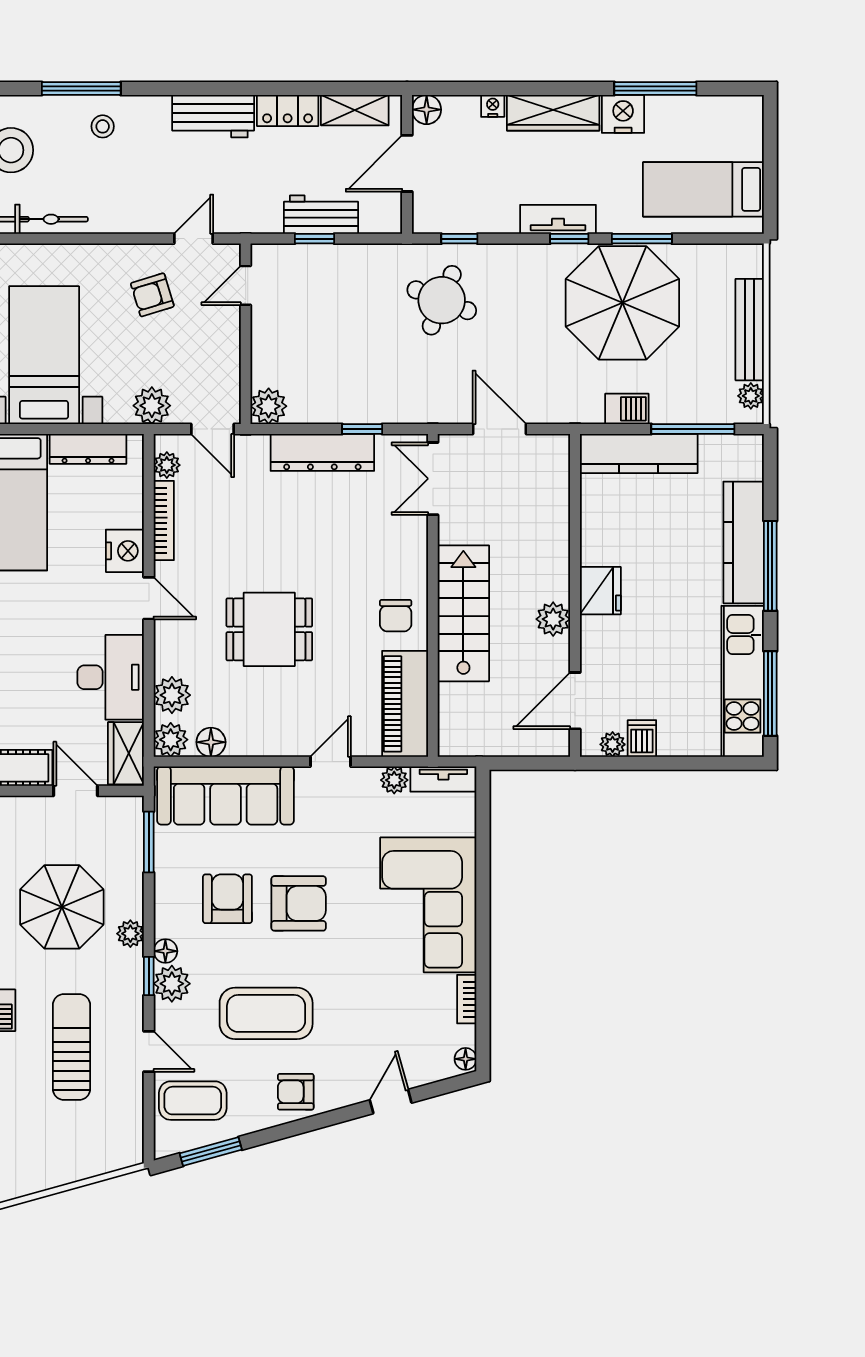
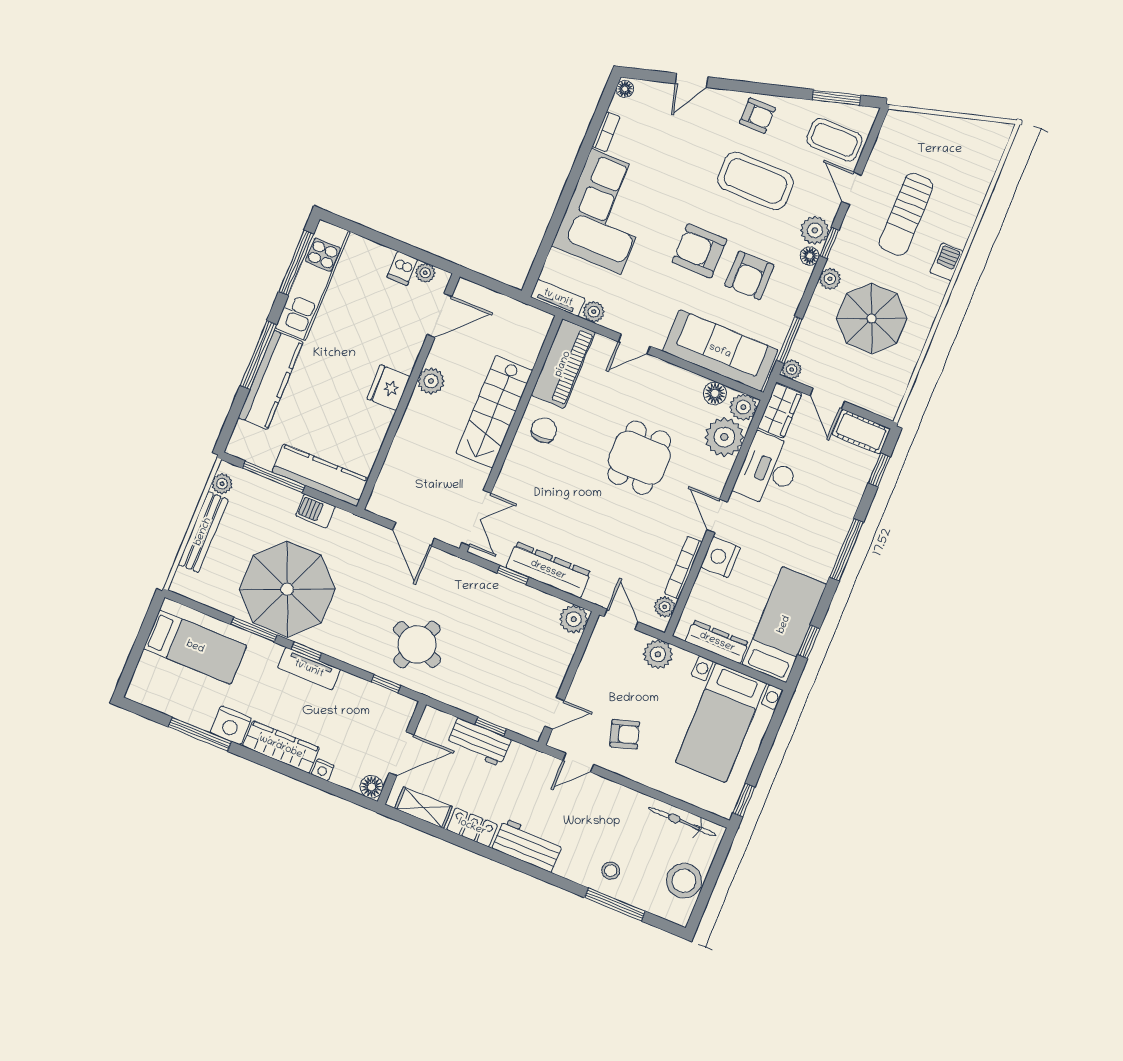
dining table: (269, 629) -> (639, 458), turned 90
plant: (172, 695) -> (724, 437), width x1.36, depth x1.36
plant: (132, 808) -> (792, 369), added

